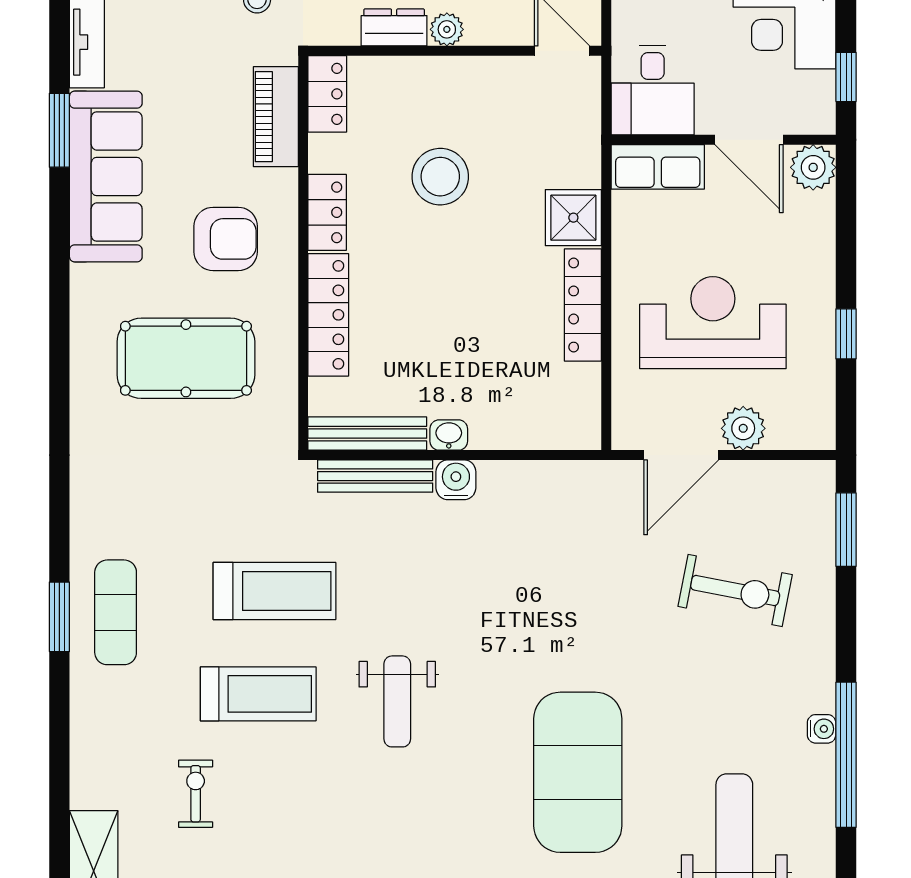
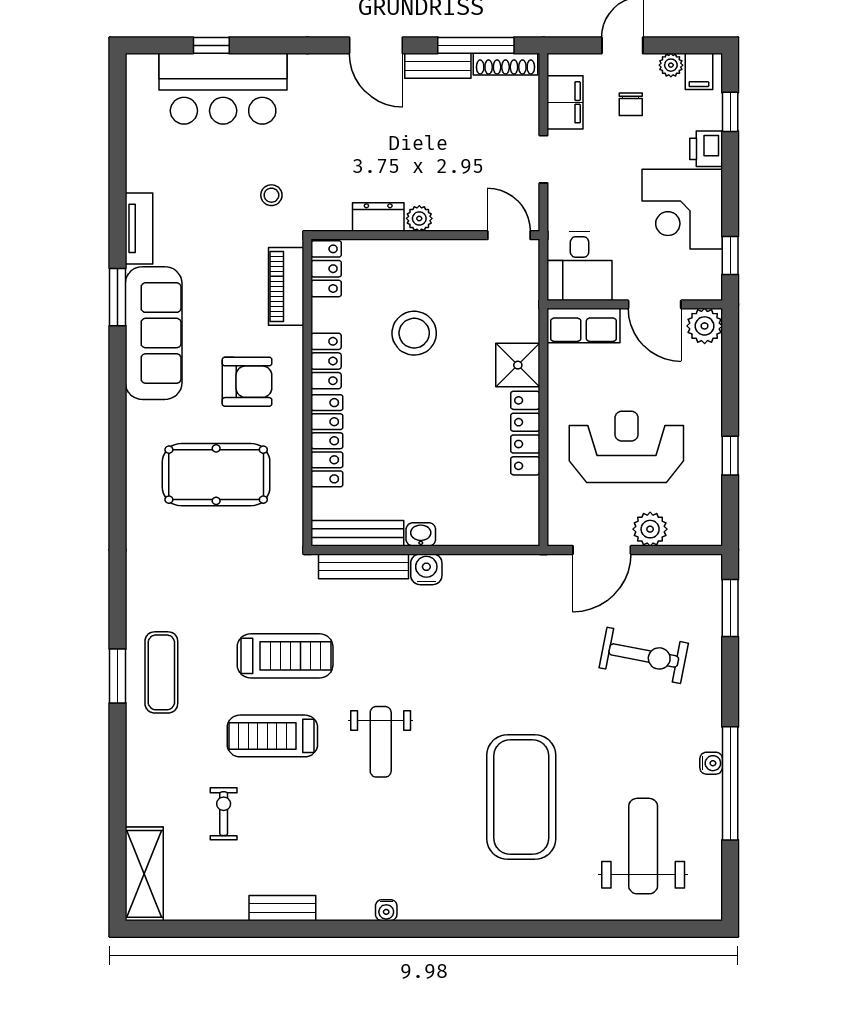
treadmill: (258, 694) -> (272, 736), turned 180

